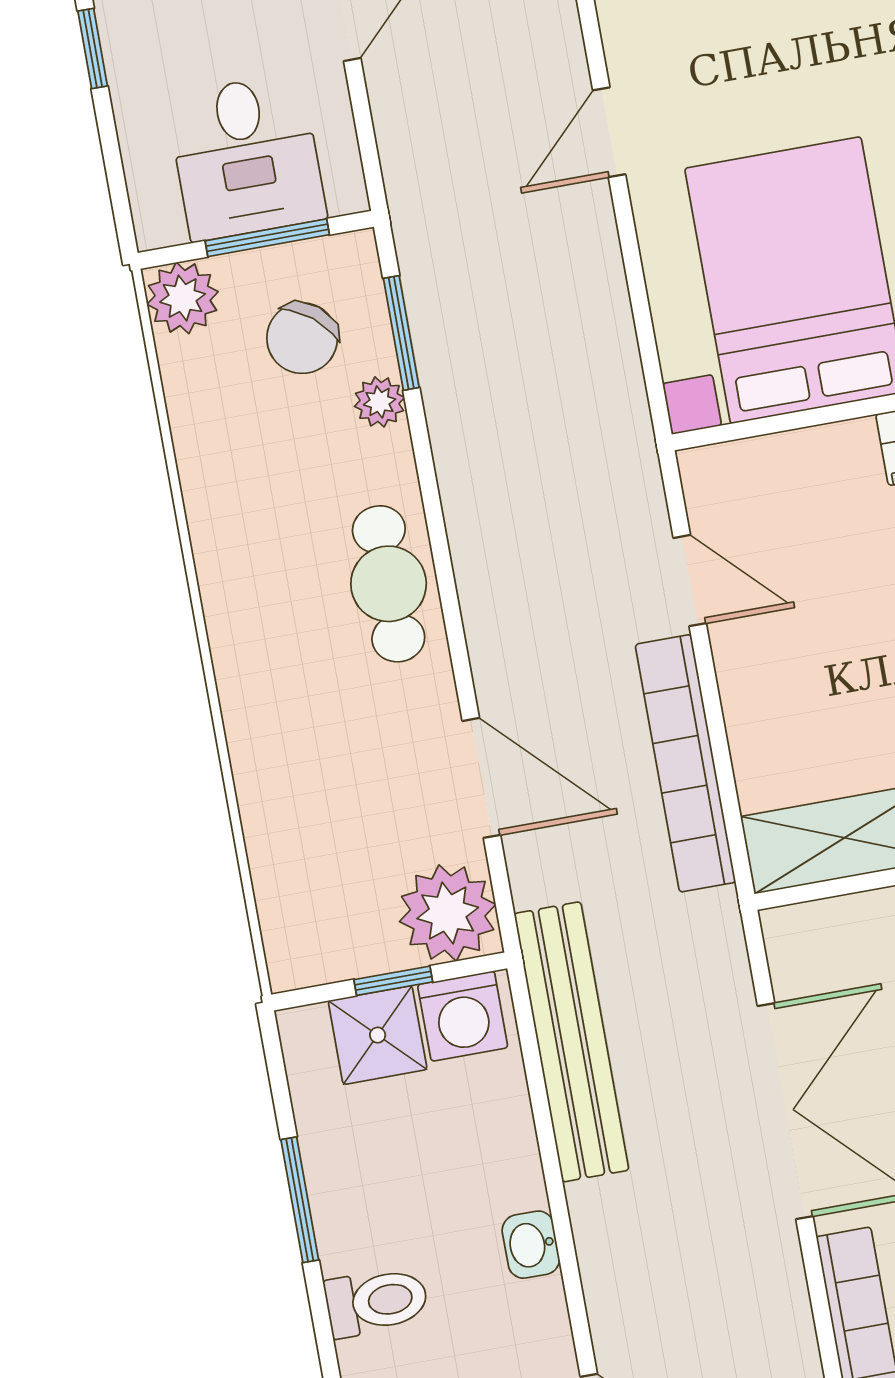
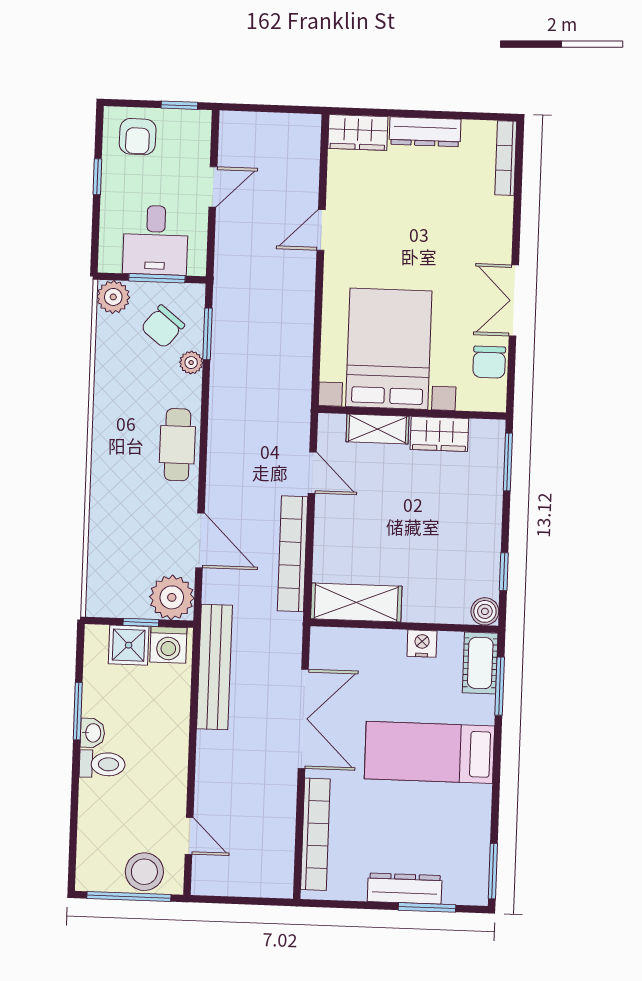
door: (609, 132) -> (321, 230), moved
shelving: (809, 457) -> (377, 429), added
washbasin: (531, 1245) -> (92, 733), moved, turned 180

